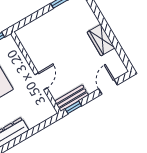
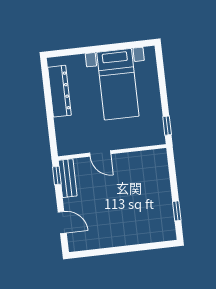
wardrobe: (101, 40) -> (116, 237), removed

